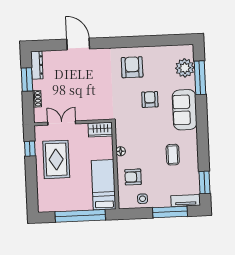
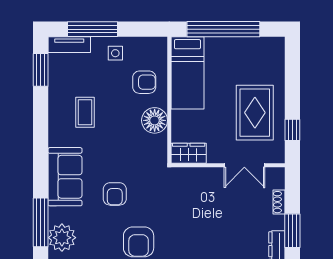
floor lamp: (121, 151) -> (155, 120), width x1.89, depth x1.89
side table: (143, 199) -> (115, 53), moved

